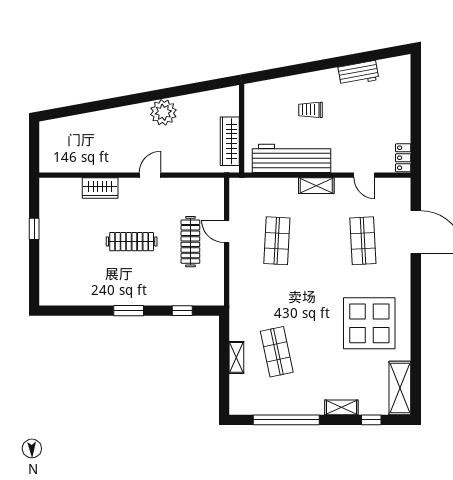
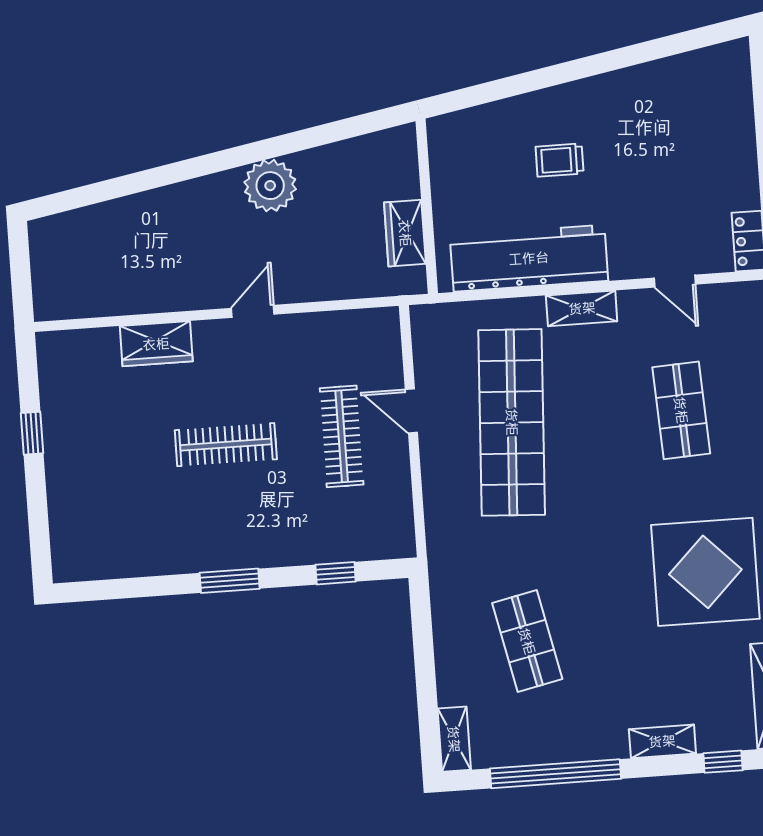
workbench: (358, 73) -> (649, 81), removed
wardrobe: (230, 141) -> (405, 233), width x0.67
shop shelf: (277, 241) -> (512, 422), width x2.00, depth x1.36
shelving: (236, 357) -> (454, 739), moved

